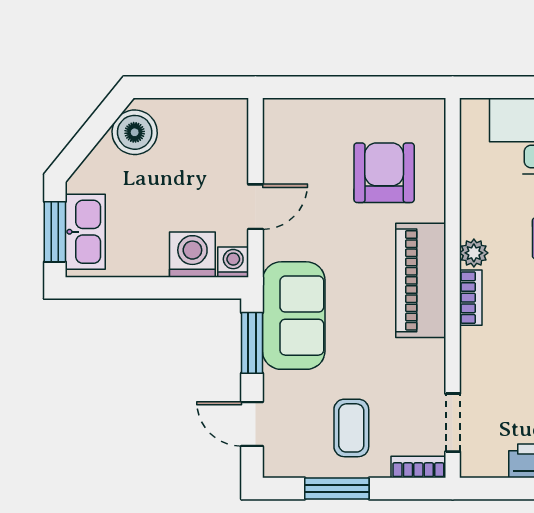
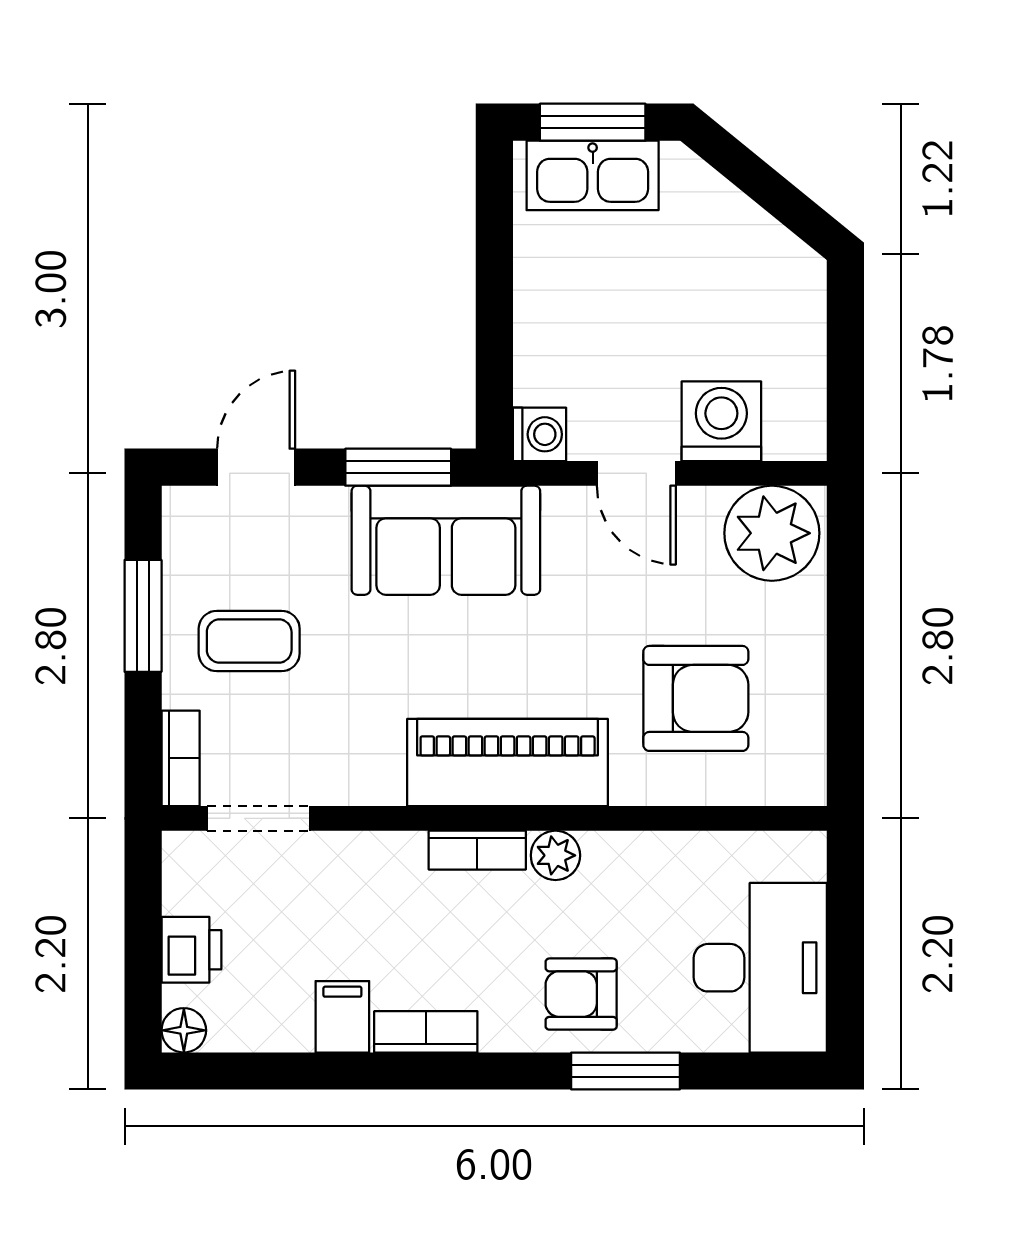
plant: (290, 129) -> (772, 533), added
boiler: (135, 132) -> (767, 262), removed
washing machine: (192, 255) -> (721, 421), moved, turned -90

